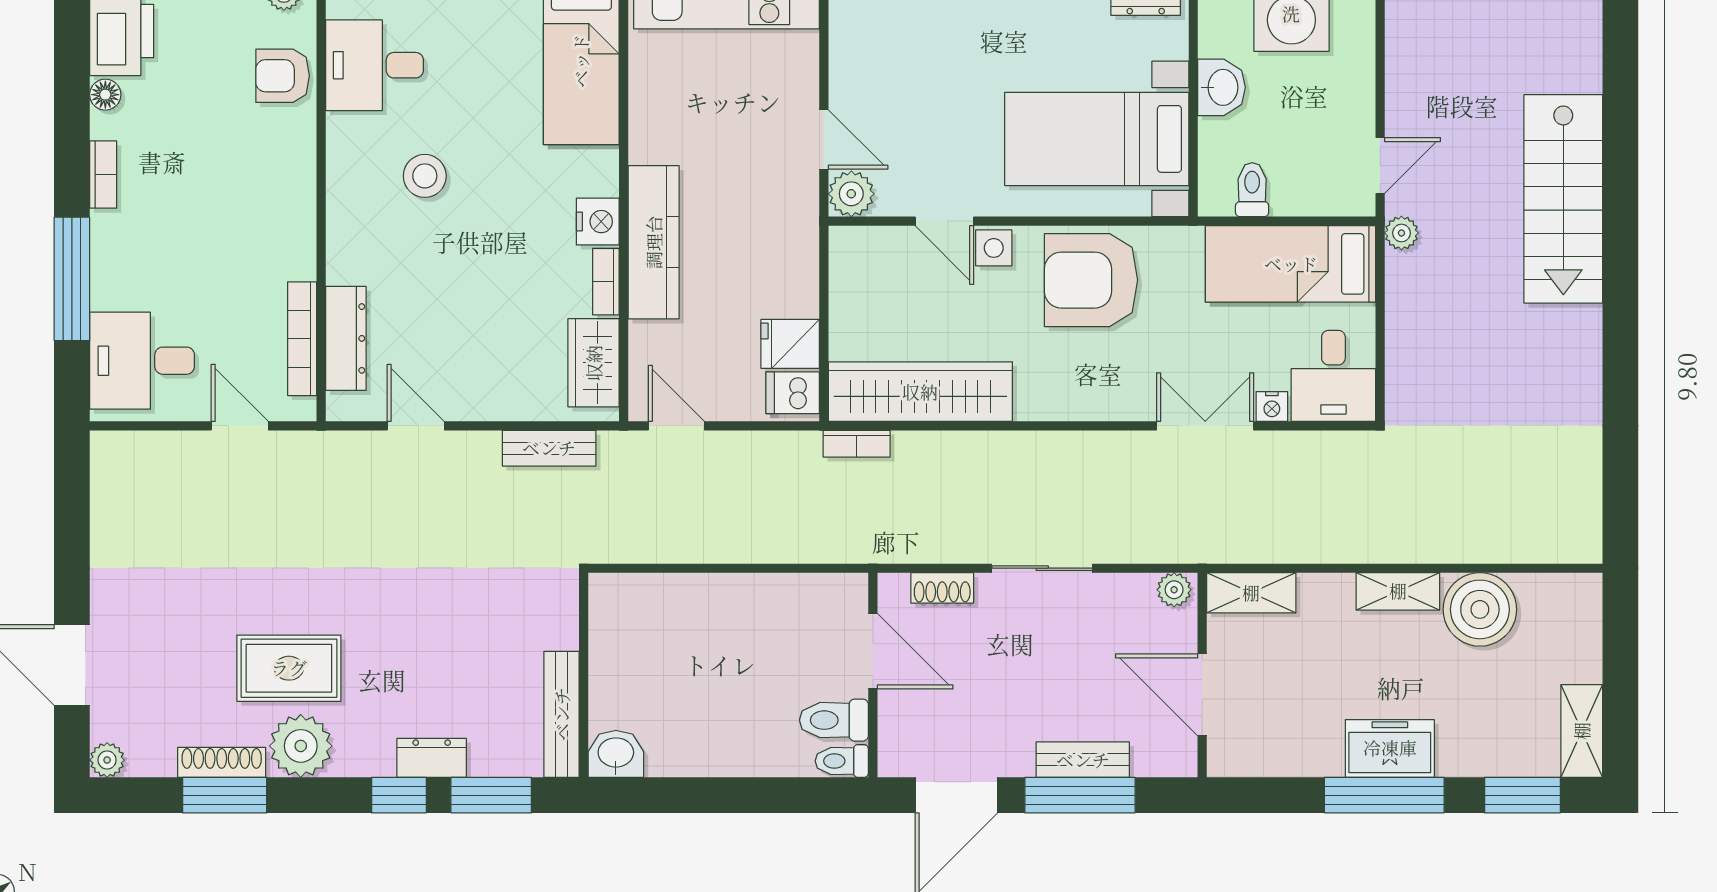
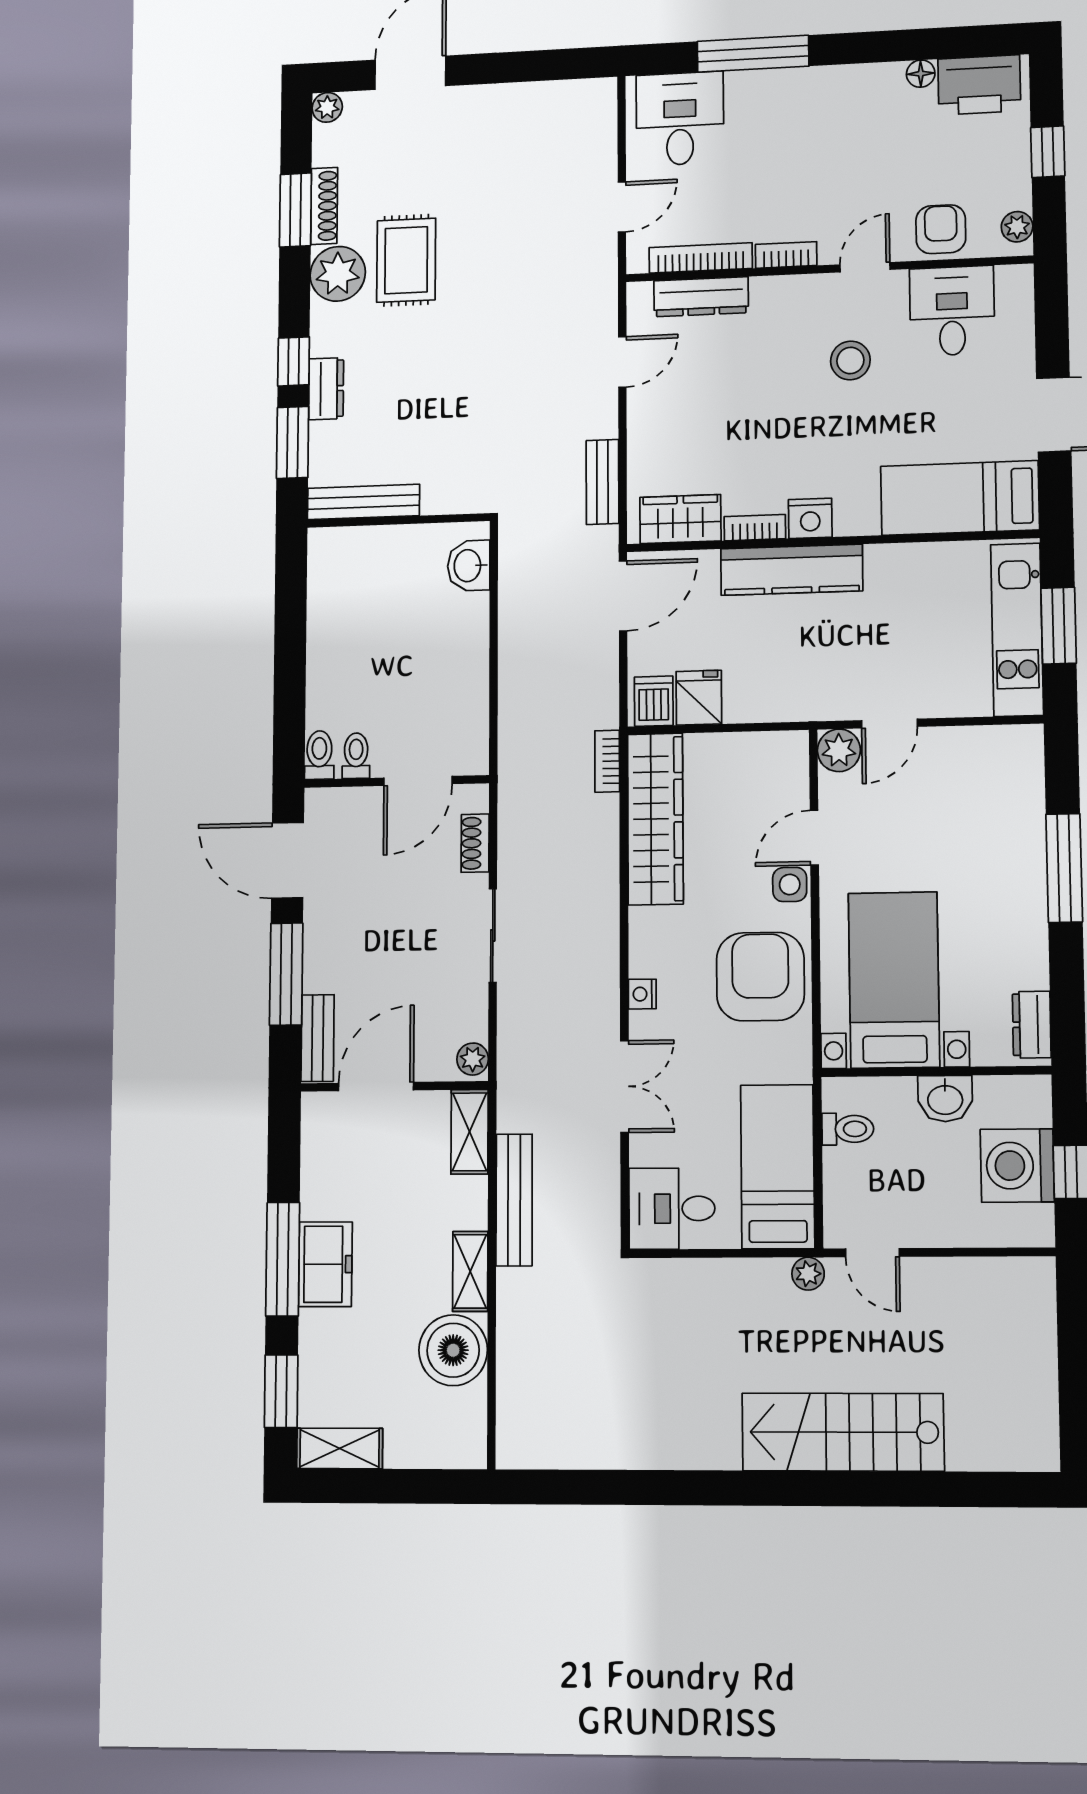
door: (321, 159) -> (865, 267), added
bookcase: (103, 175) -> (786, 255), moved, turned 180
nightstand: (1272, 406) -> (642, 994), moved
door: (676, 426) -> (623, 596), width x1.37
bench: (1323, 544) -> (514, 1200), added
toilet: (834, 720) -> (356, 756), width x0.73, depth x0.72
washbasin: (616, 754) -> (469, 566), moved, turned 180
bench: (1083, 760) -> (318, 1038), moved

